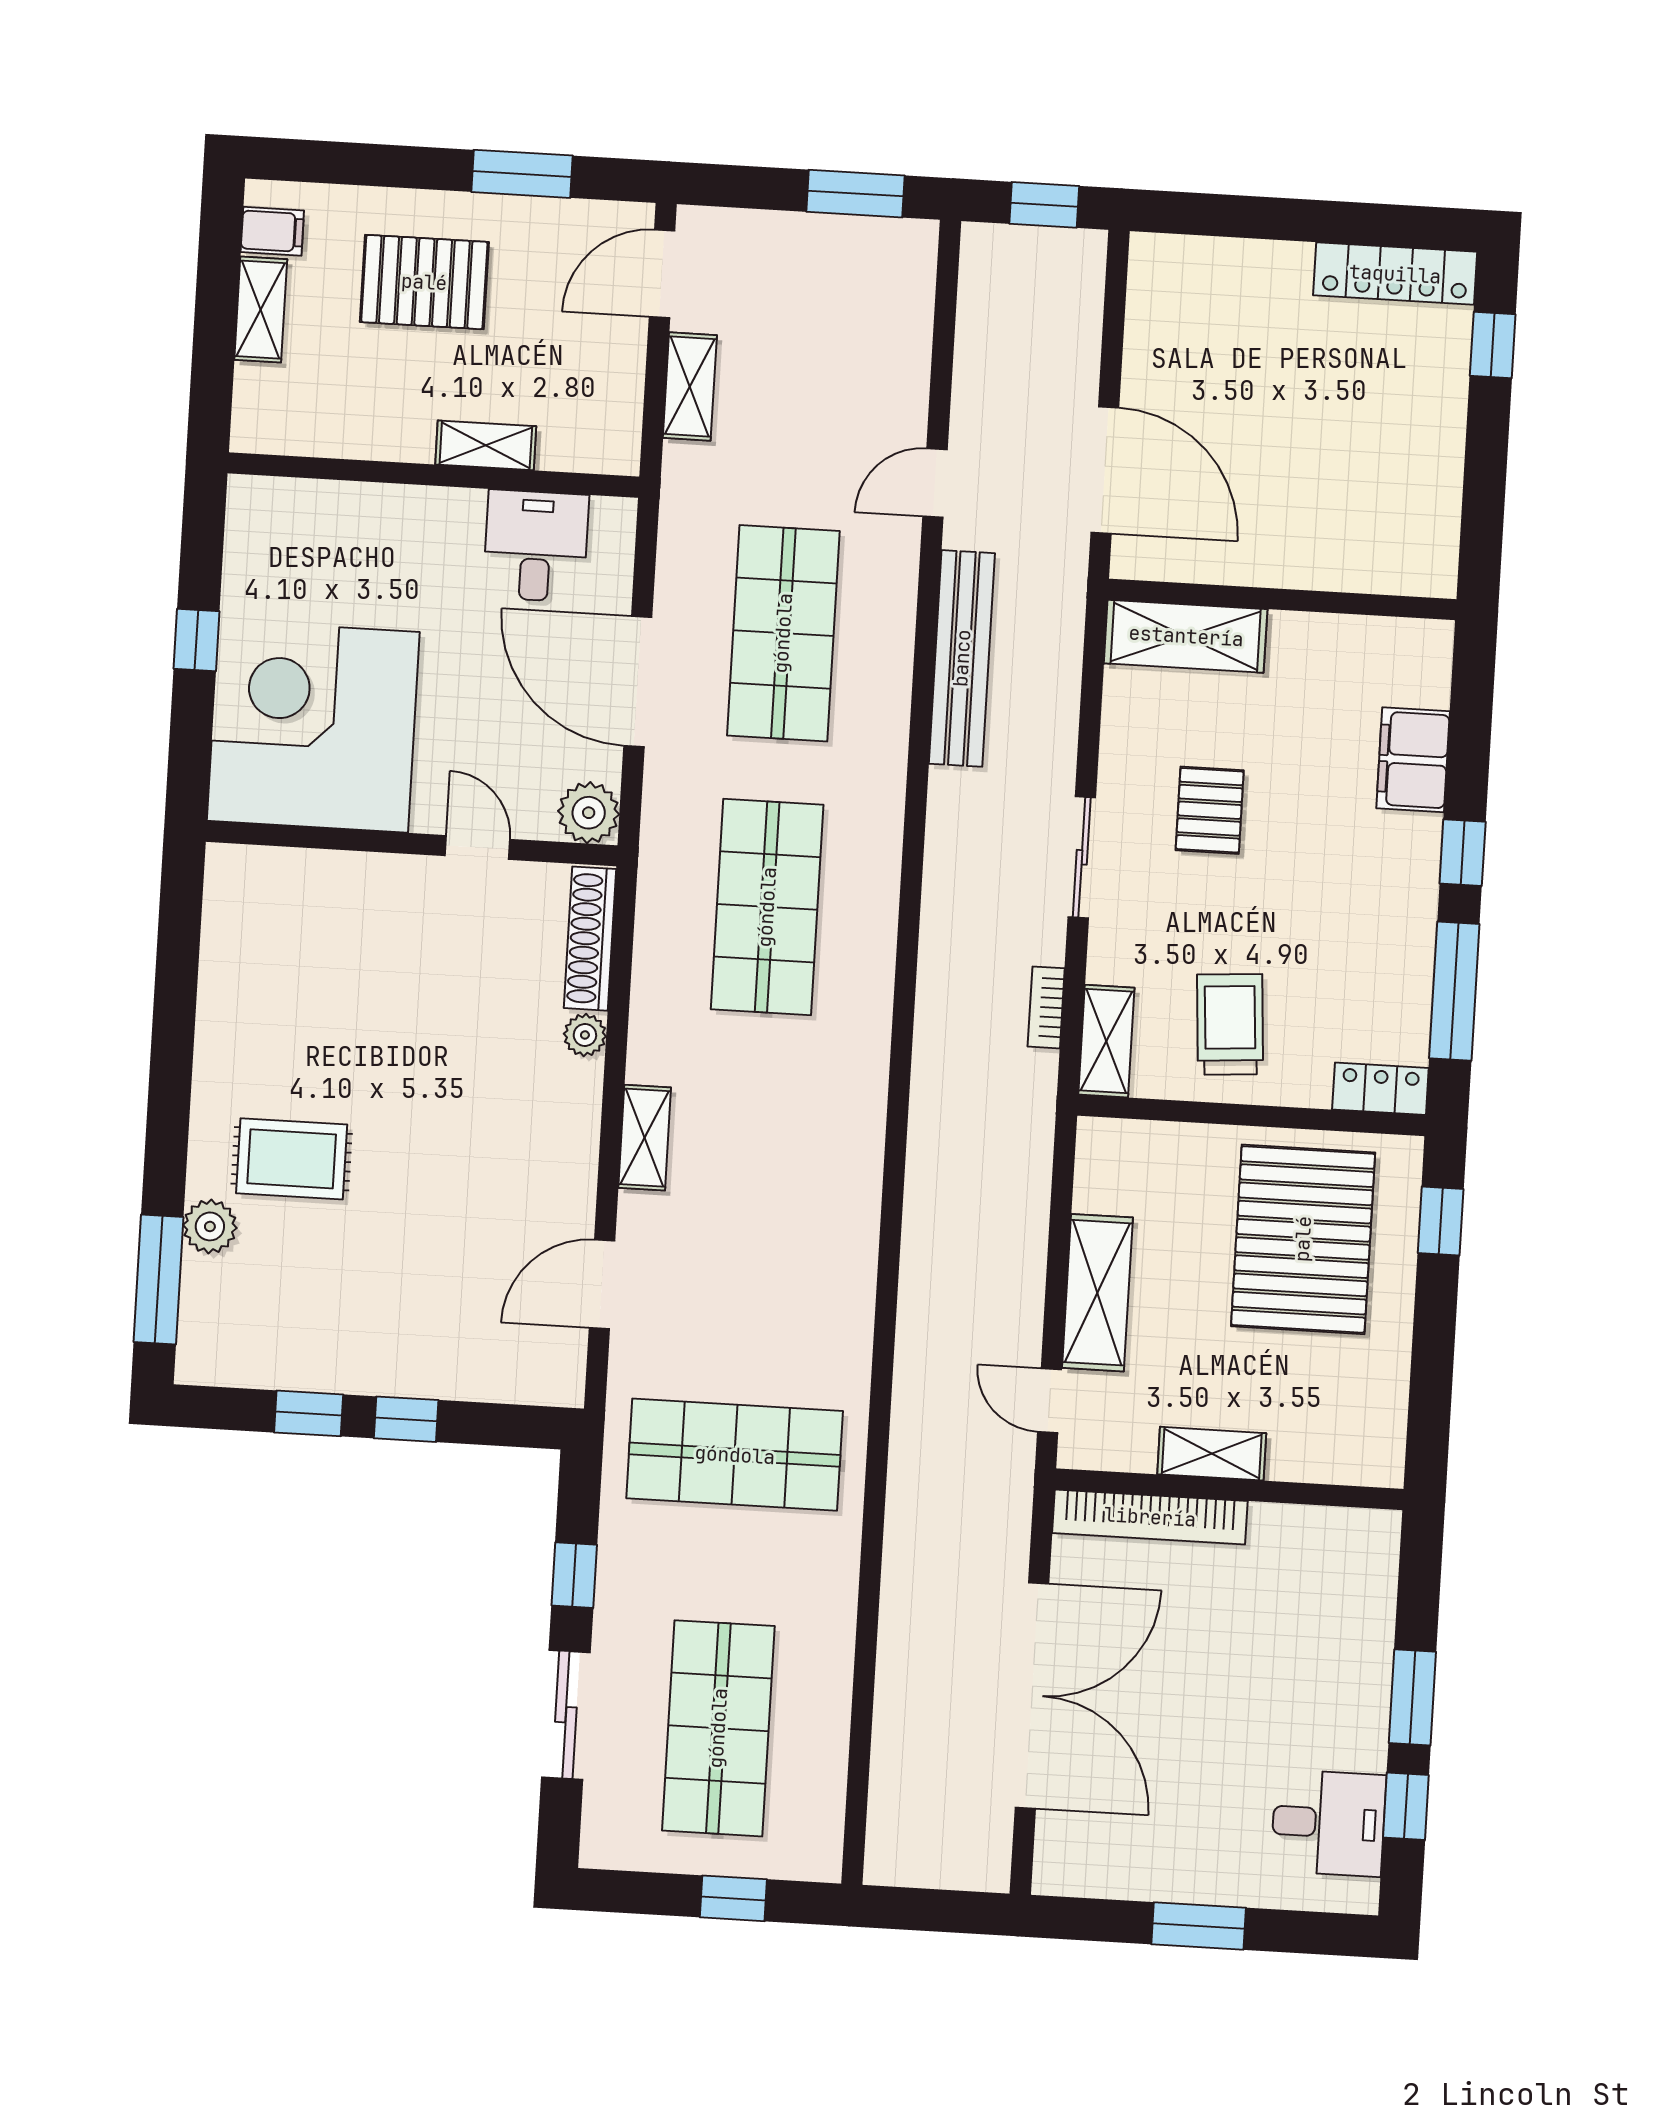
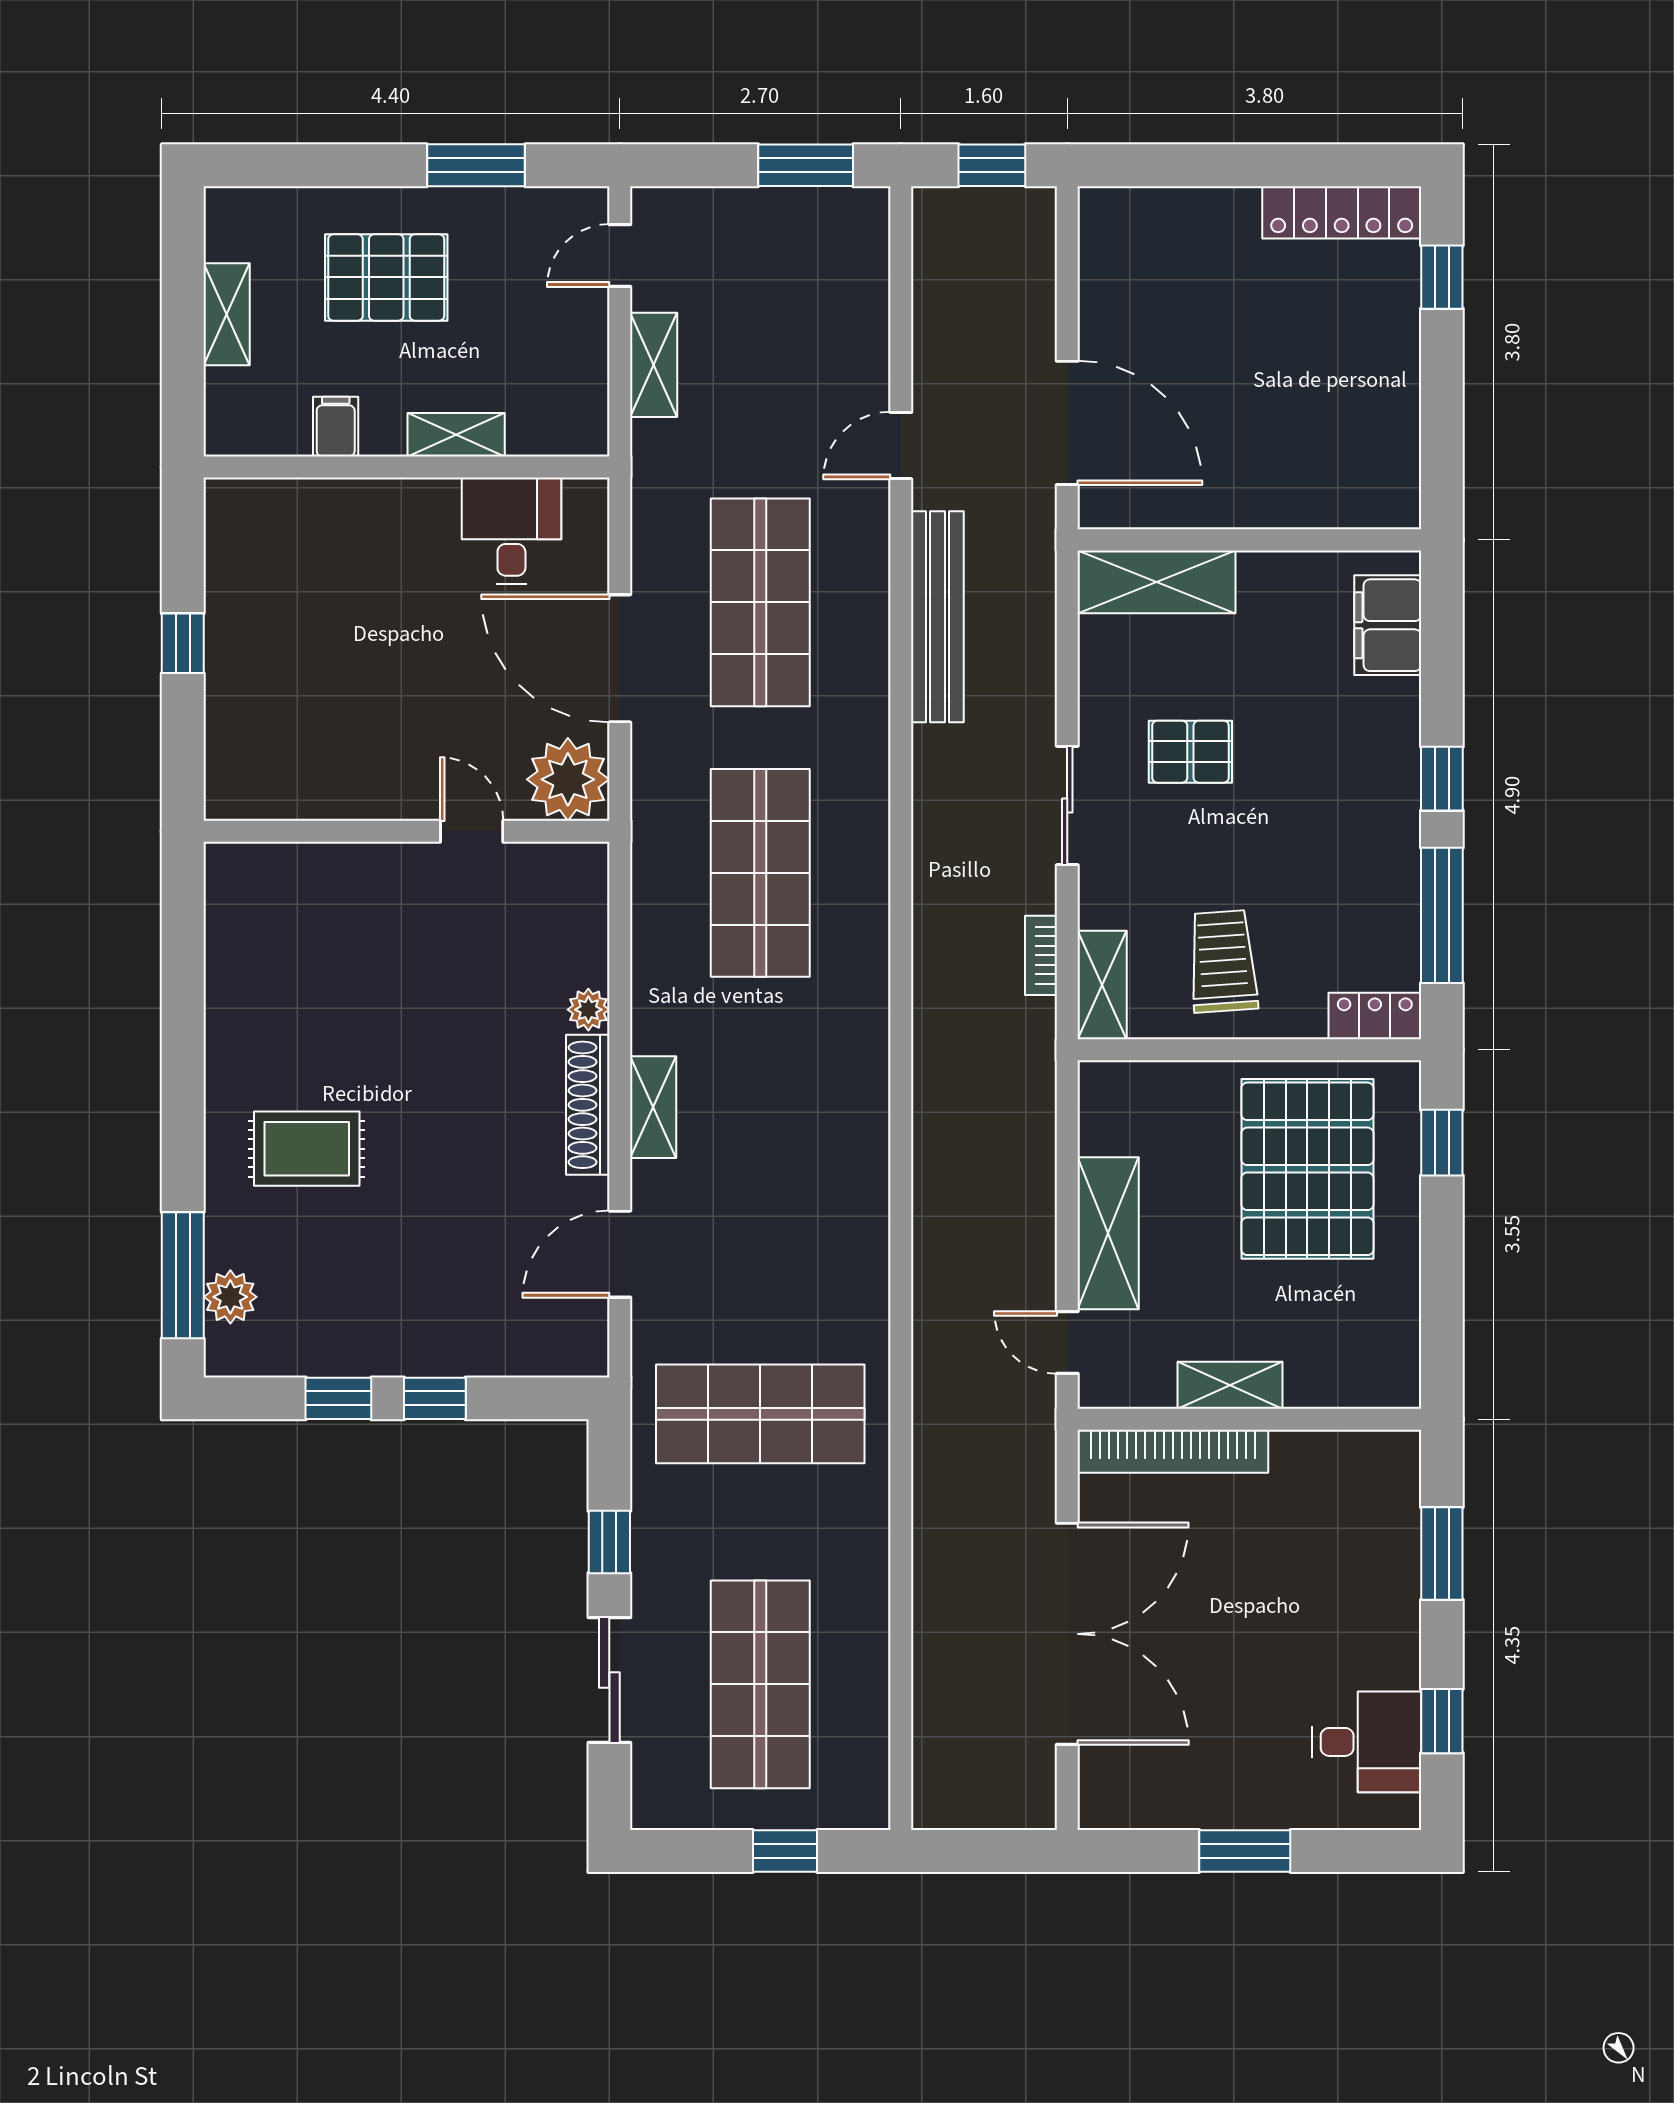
filing cabinet: (272, 231) -> (336, 427), moved, turned -90
door: (662, 274) -> (620, 256), width x0.73
corner desk: (313, 726) -> (303, 722), removed
filing cabinet: (1413, 760) -> (1388, 625), moved
pallet: (1210, 810) -> (1190, 752), turned 90
plant: (589, 813) -> (568, 779), width x1.36, depth x1.36
shoe rack: (590, 939) -> (588, 1105), moved
plant: (210, 1226) -> (230, 1297), moved
window: (1412, 1697) -> (1442, 1553), moved

